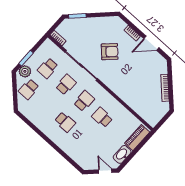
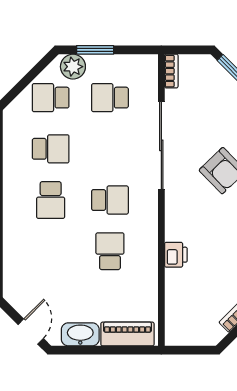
school desk: (66, 85) -> (51, 149), moved
printer: (124, 95) -> (176, 255), added

